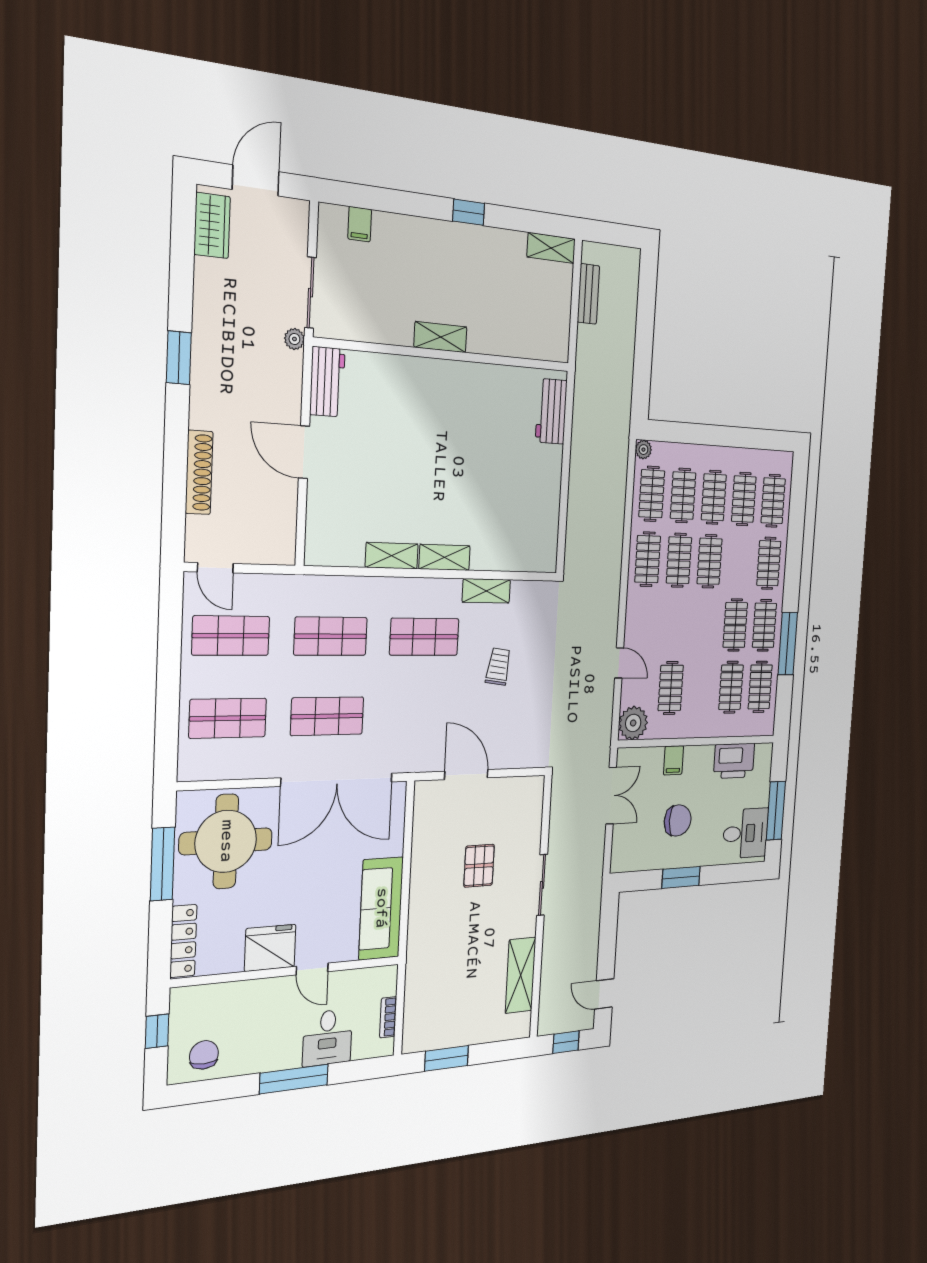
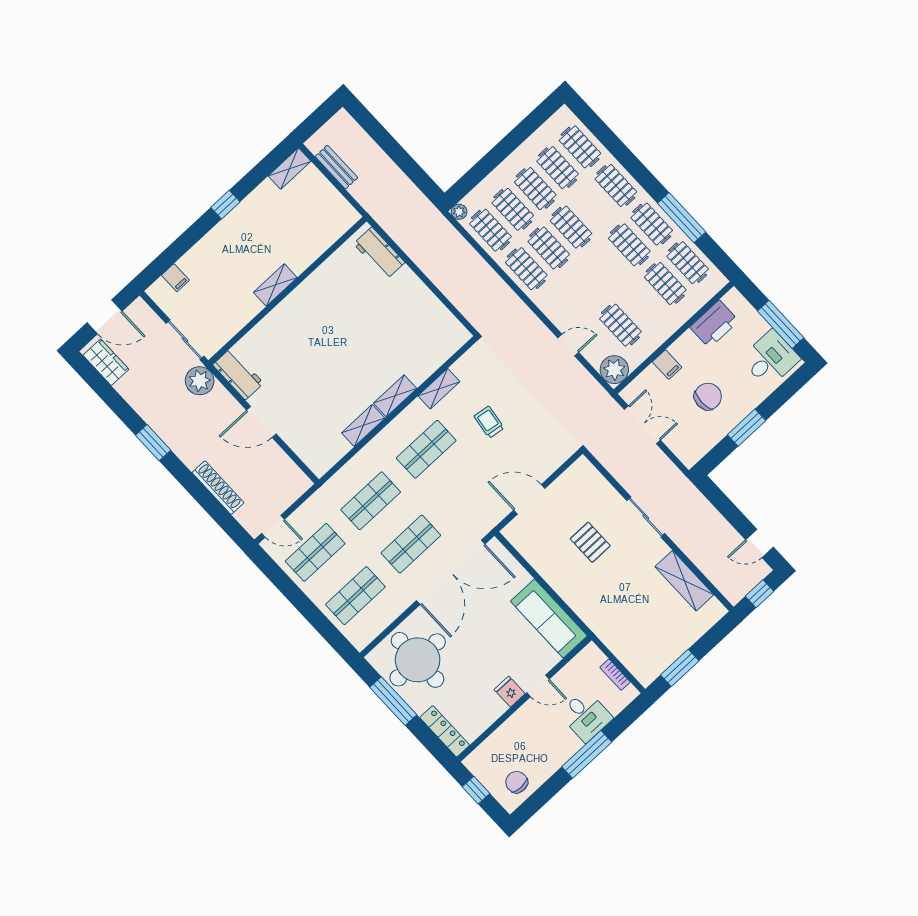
door: (256, 181) -> (105, 317), swing flipped
plant: (294, 339) -> (200, 381), width x1.88, depth x1.88
fridge: (270, 948) -> (510, 692), width x0.53, depth x0.75

